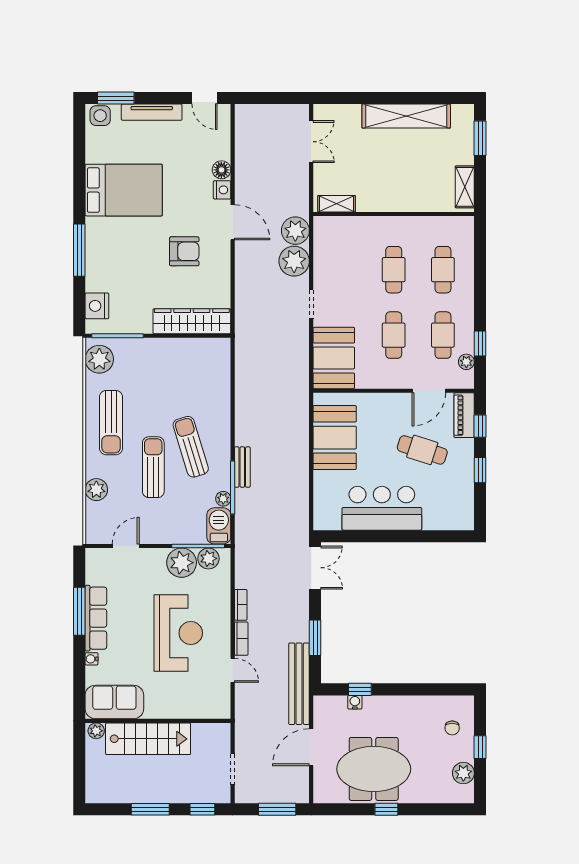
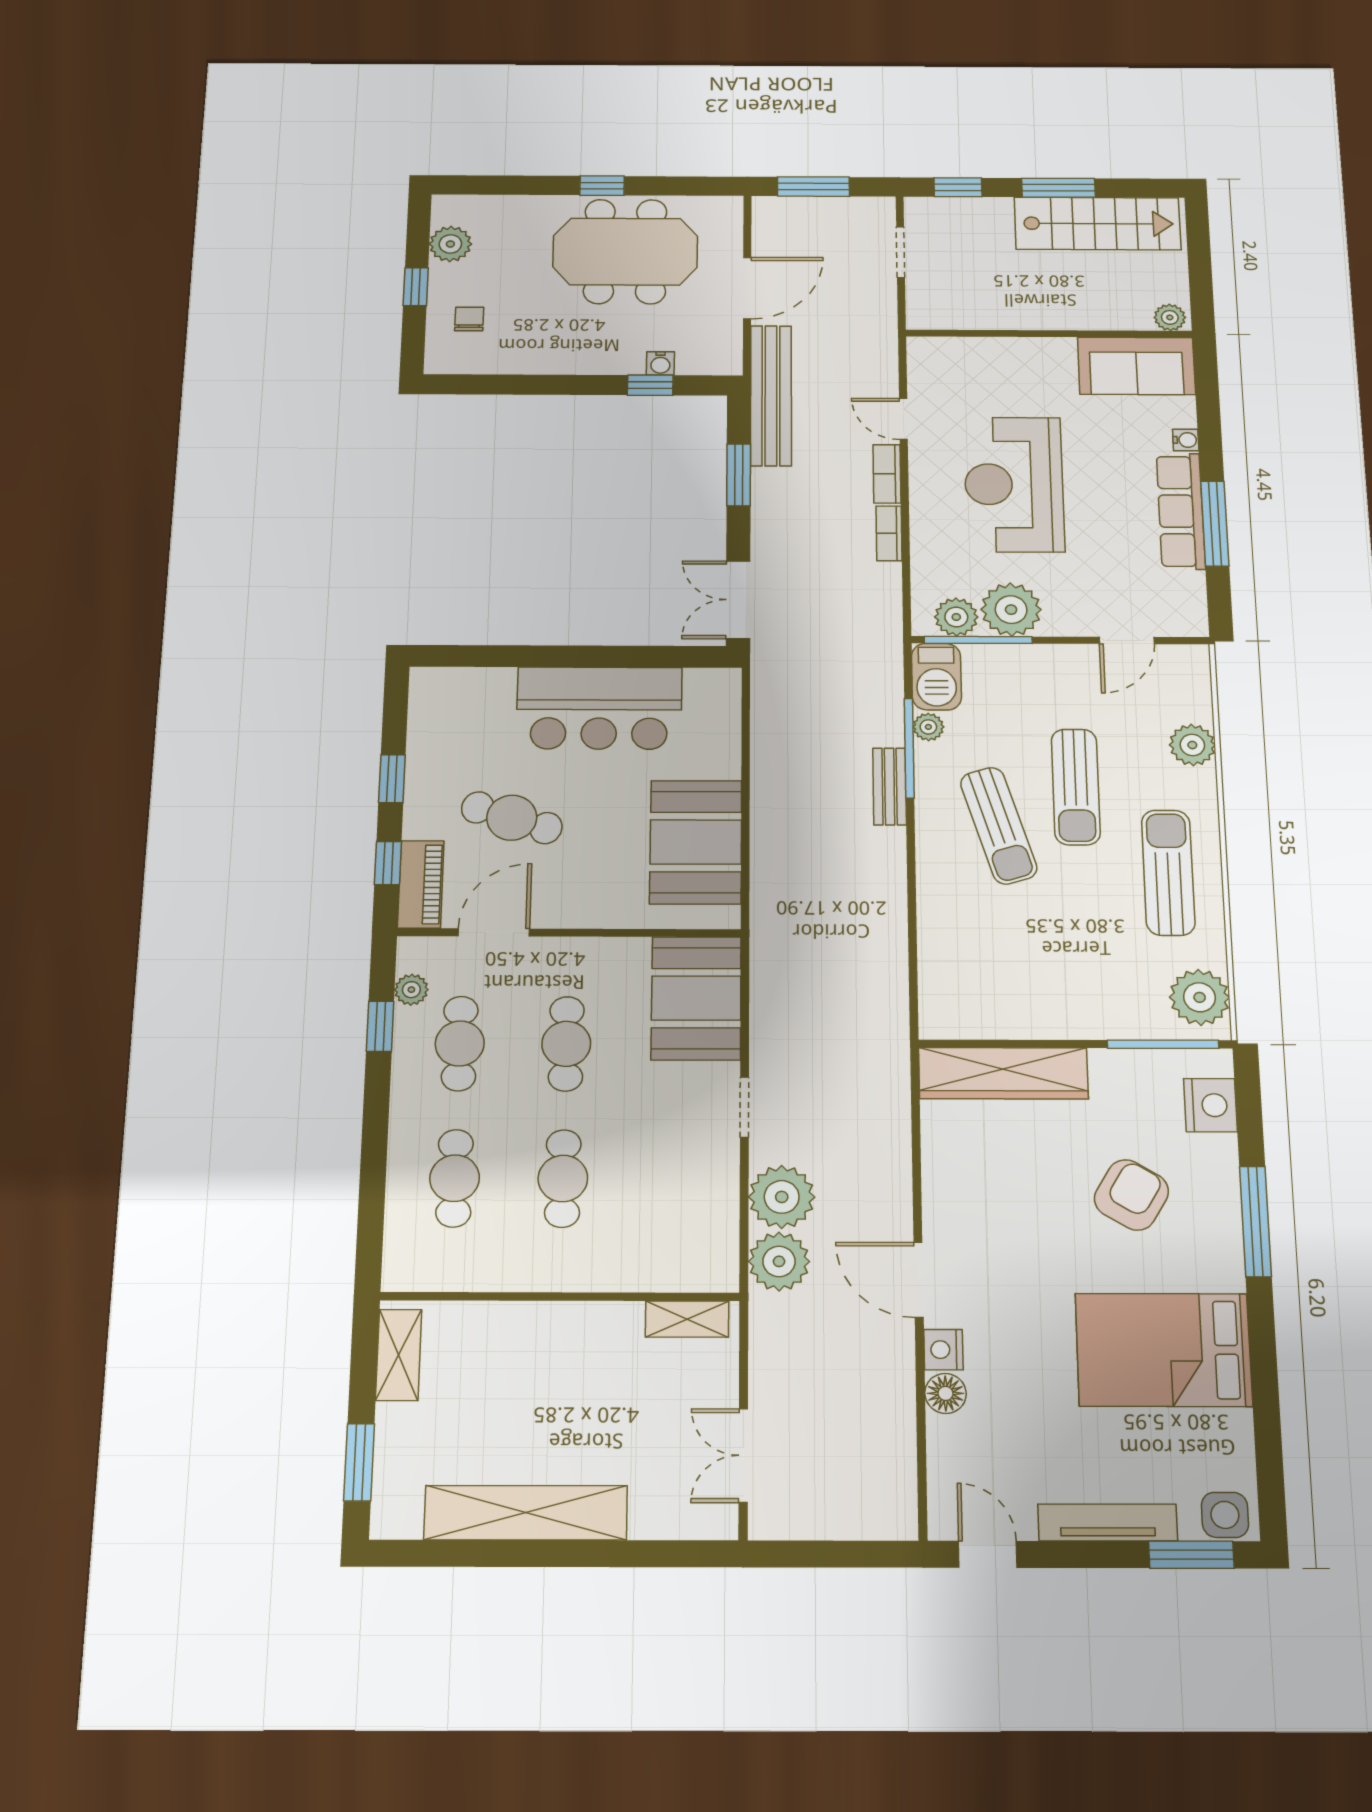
armchair: (184, 251) -> (1131, 1195), moved, turned 121
stairs: (148, 739) -> (1097, 224), moved, turned 180

